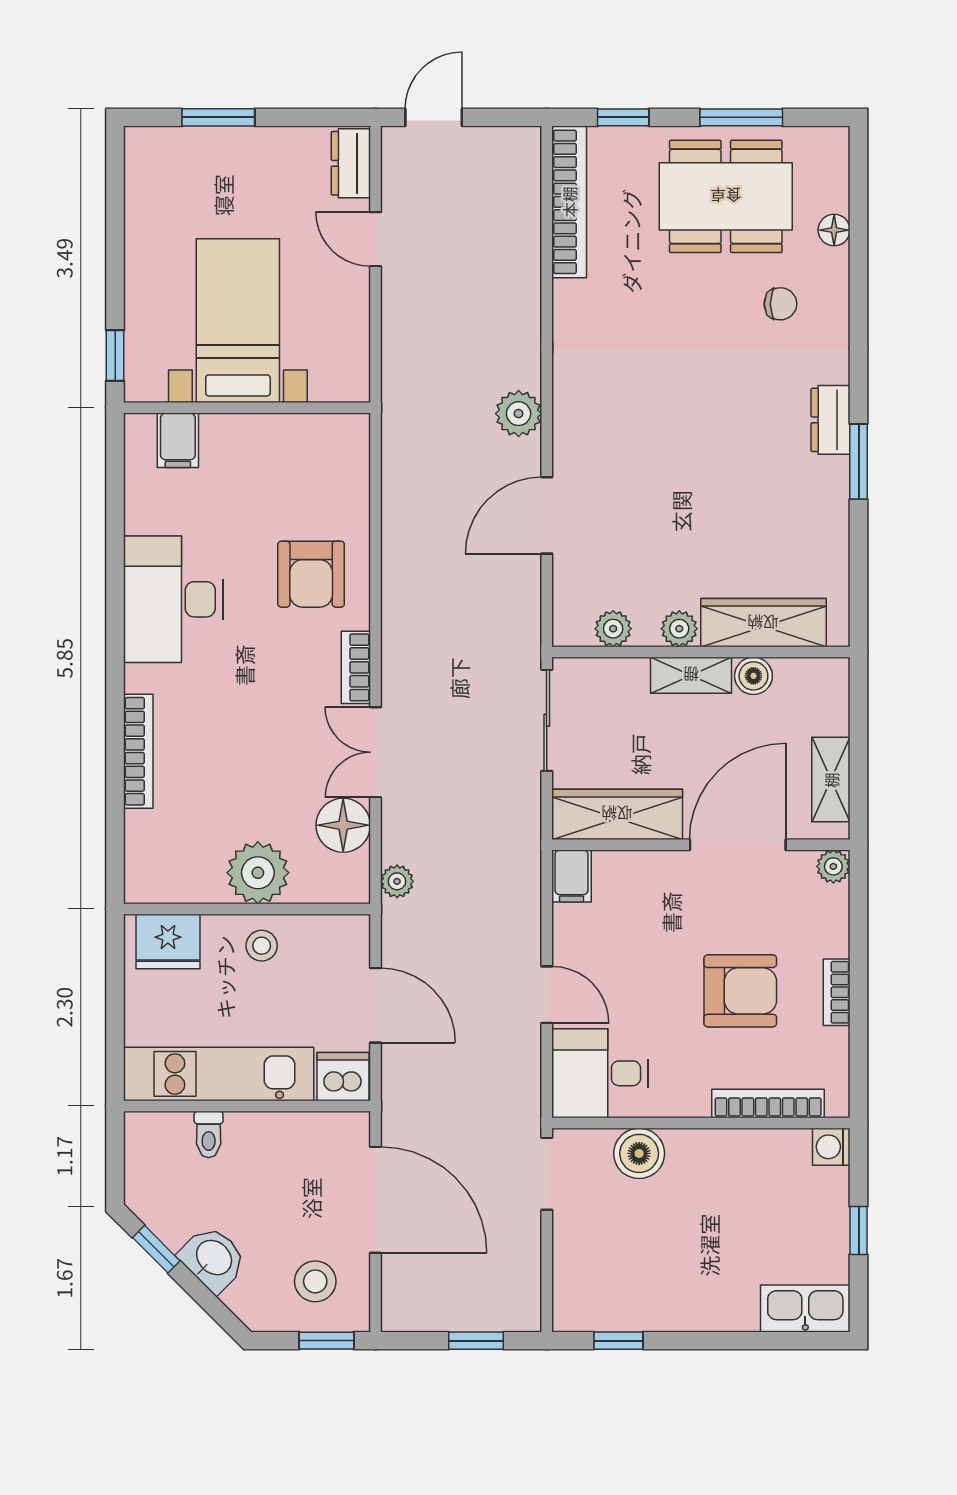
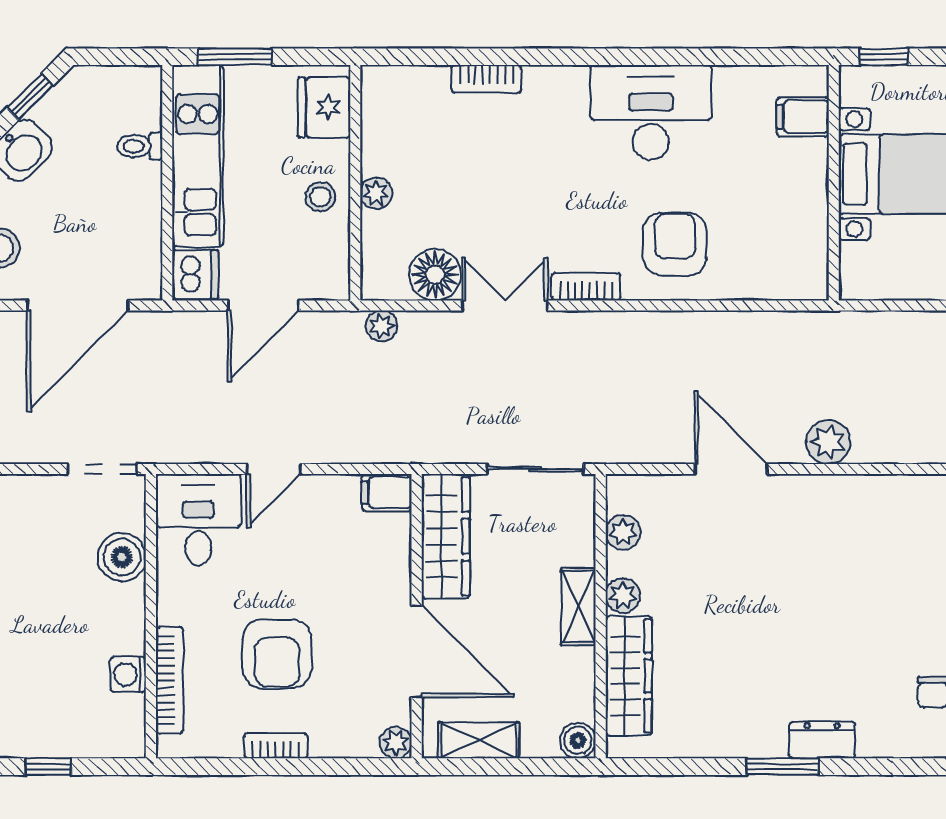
armchair: (311, 574) -> (675, 244), turned 90
boiler: (753, 676) -> (578, 741), moved
bookcase: (138, 751) -> (486, 79), width x0.64
plant: (258, 873) -> (376, 193), width x0.53, depth x0.53
window: (115, 1035) -> (235, 57), added
washing machine: (831, 1147) -> (128, 674), moved, turned -90

